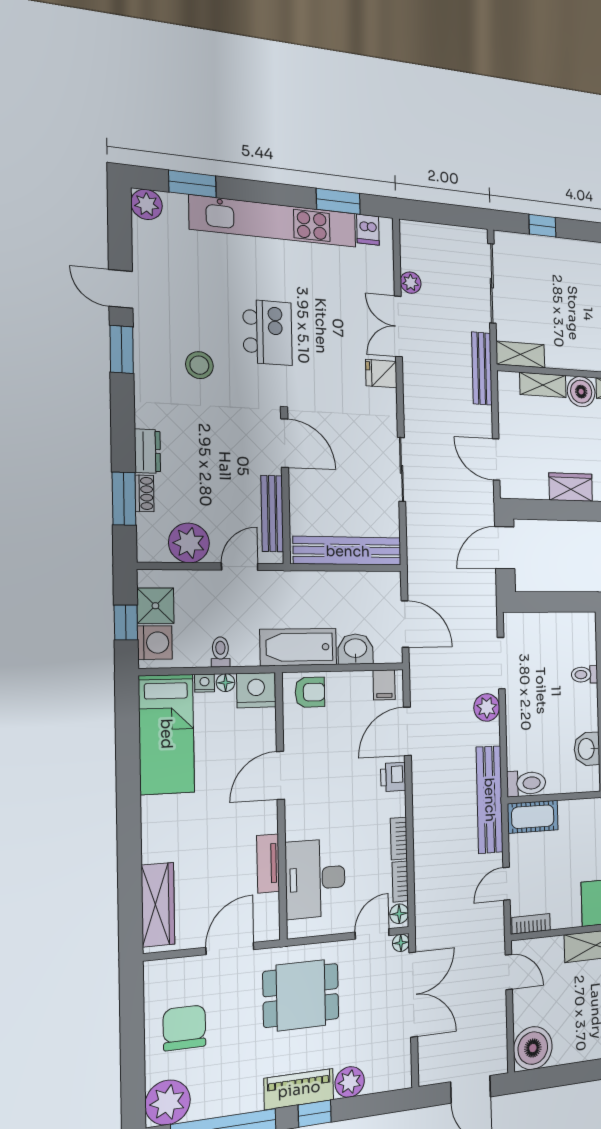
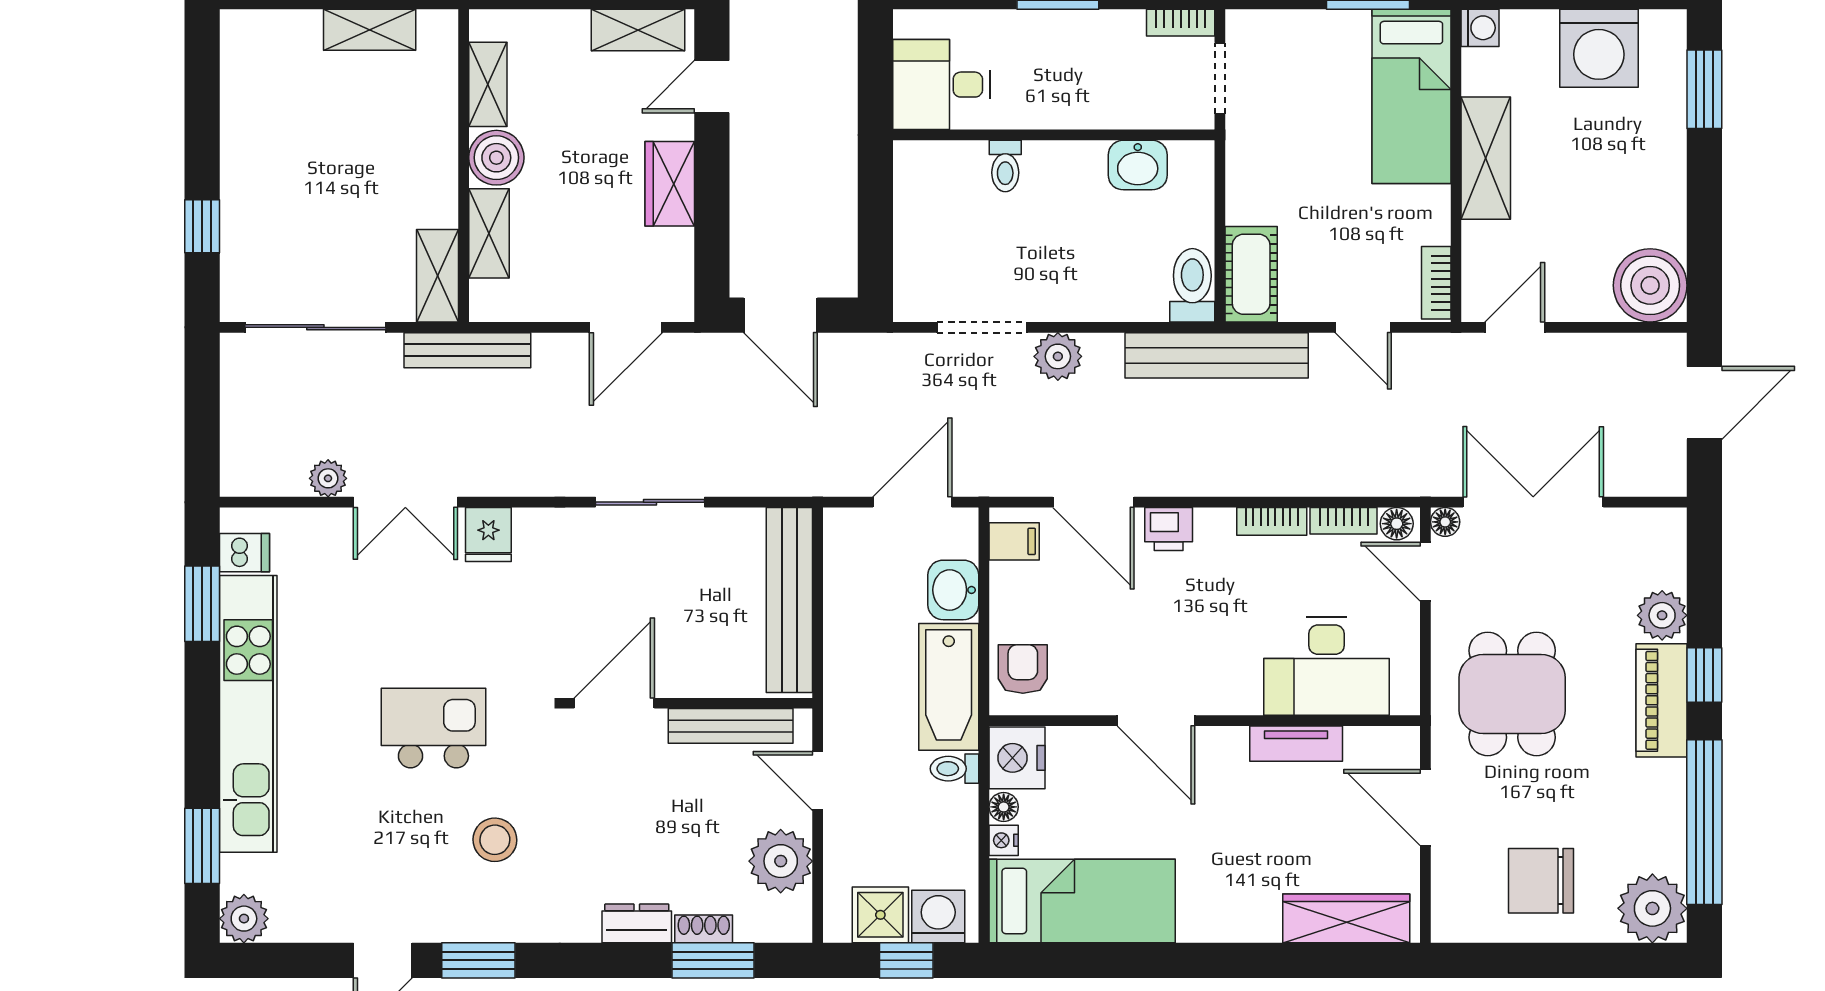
toilet: (220, 652) -> (954, 769), moved

